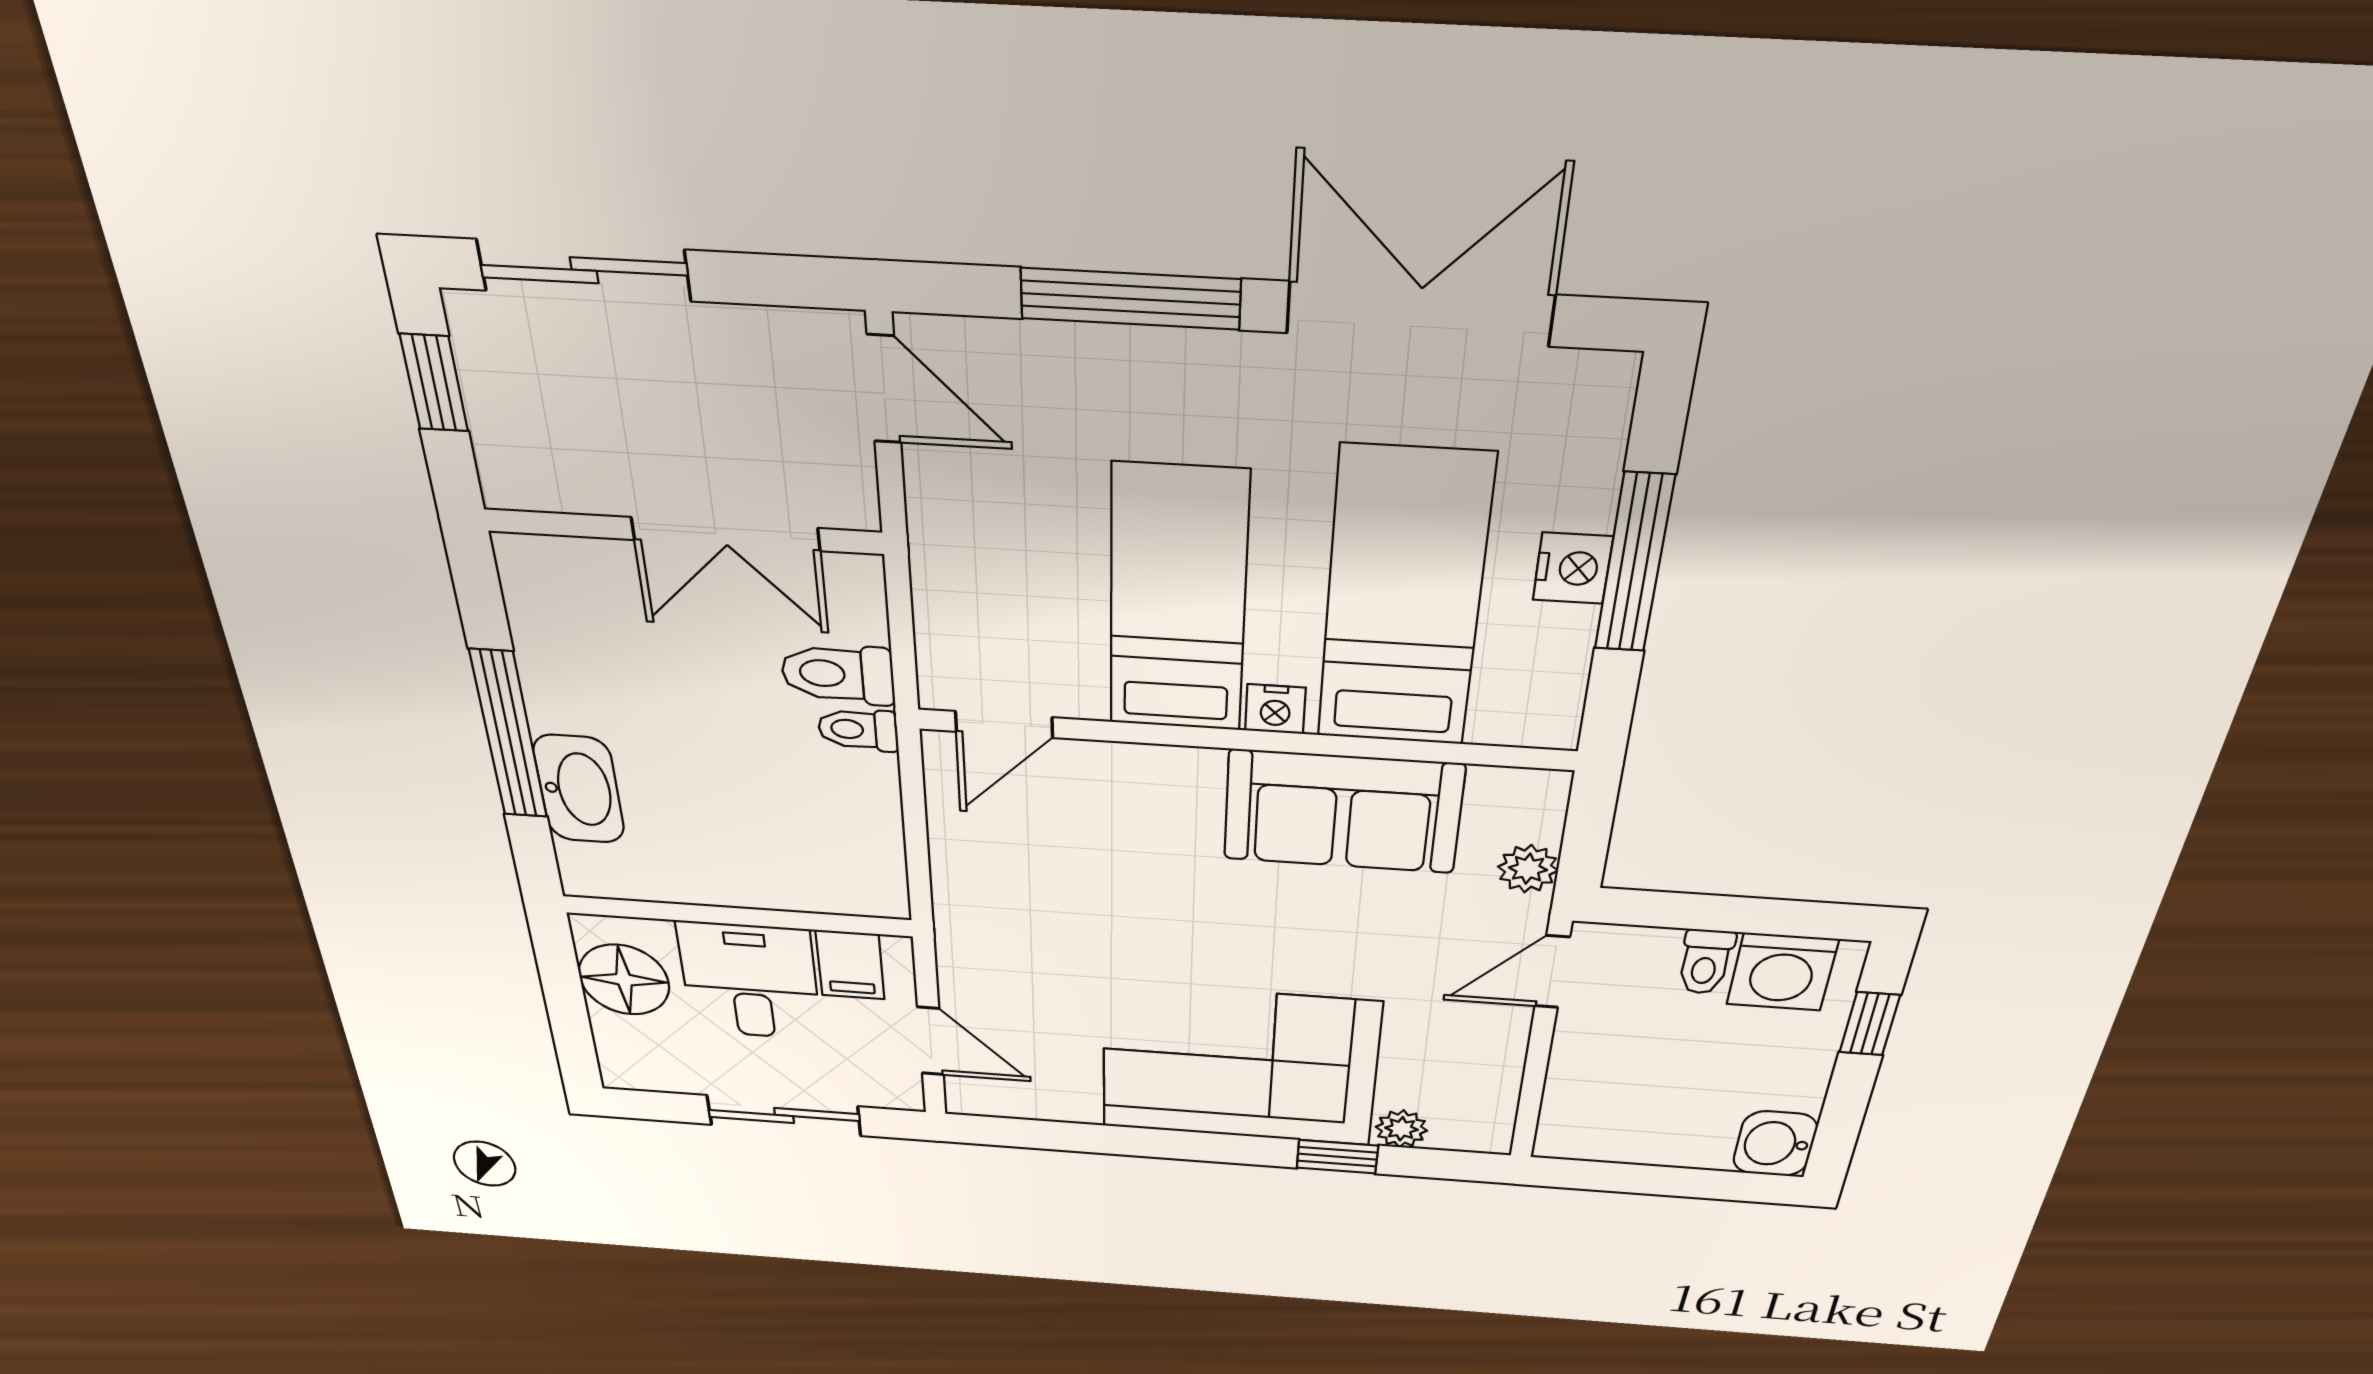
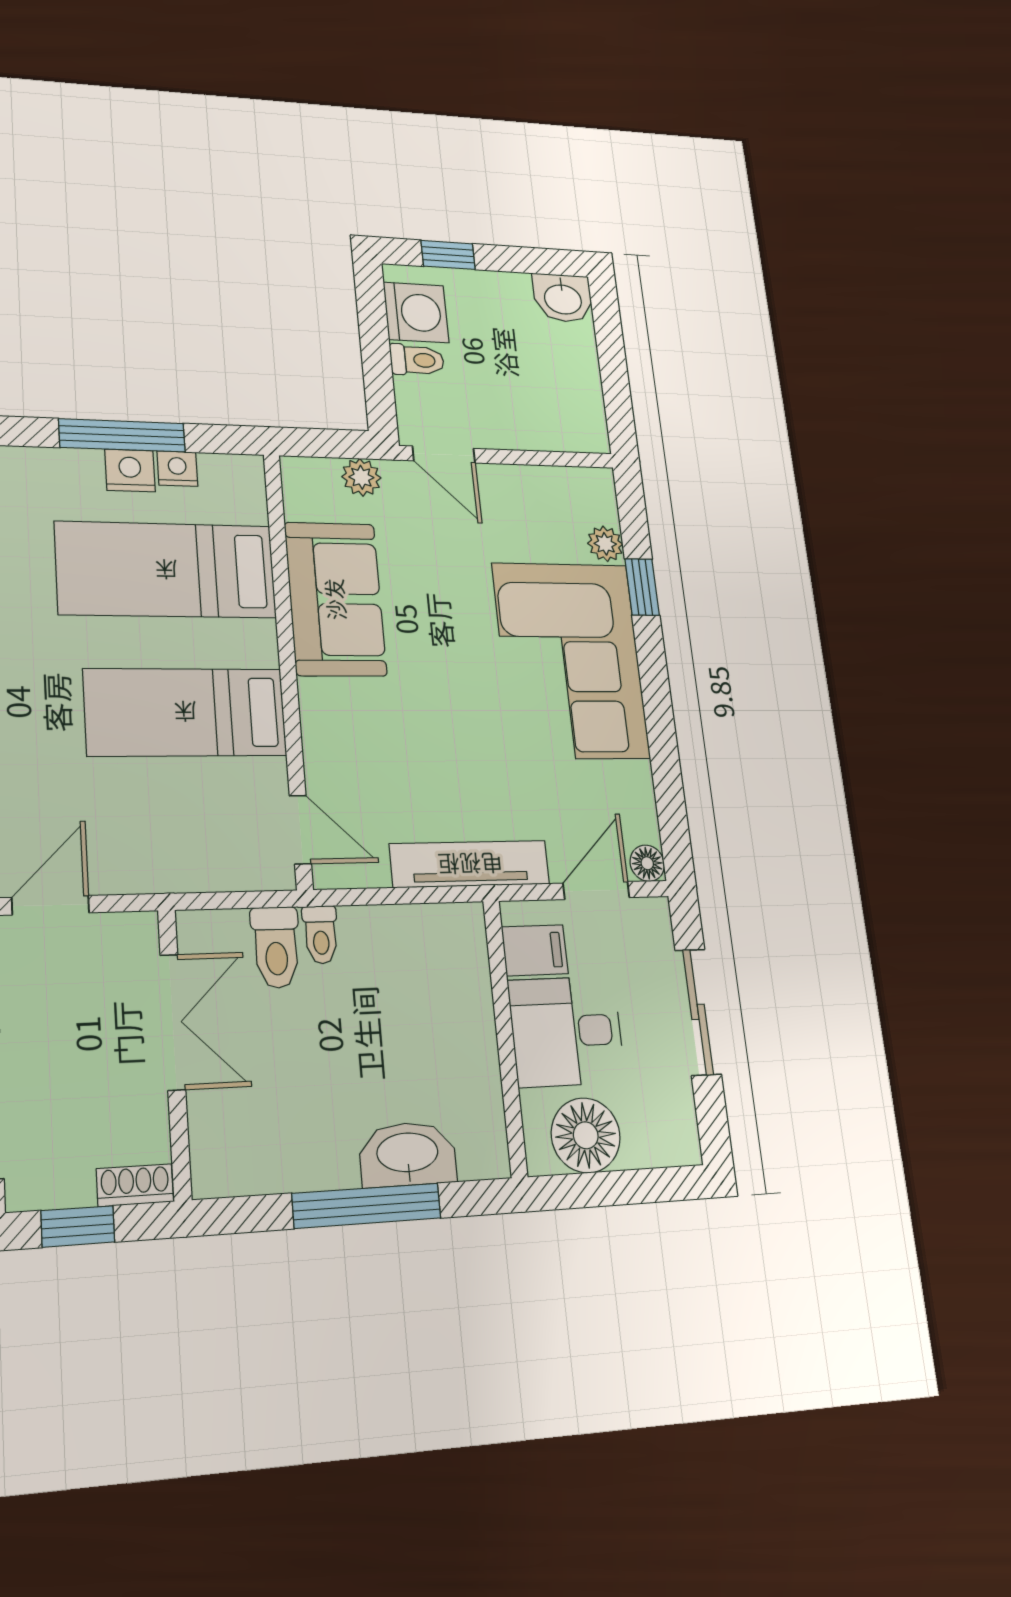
shoe rack: (499, 462) -> (135, 1185), added
nightstand: (1275, 709) -> (177, 469), moved, turned -90
tv unit: (961, 913) -> (470, 864), added
floor lamp: (967, 1098) -> (647, 863), added

